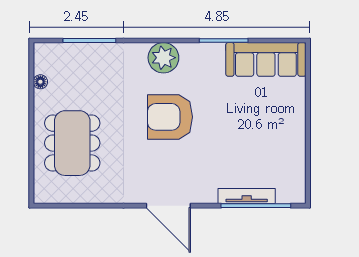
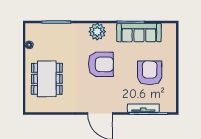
sofa: (266, 59) -> (139, 33), moved
armchair: (170, 117) -> (101, 64), turned 180
armchair: (258, 132) -> (150, 73), added

